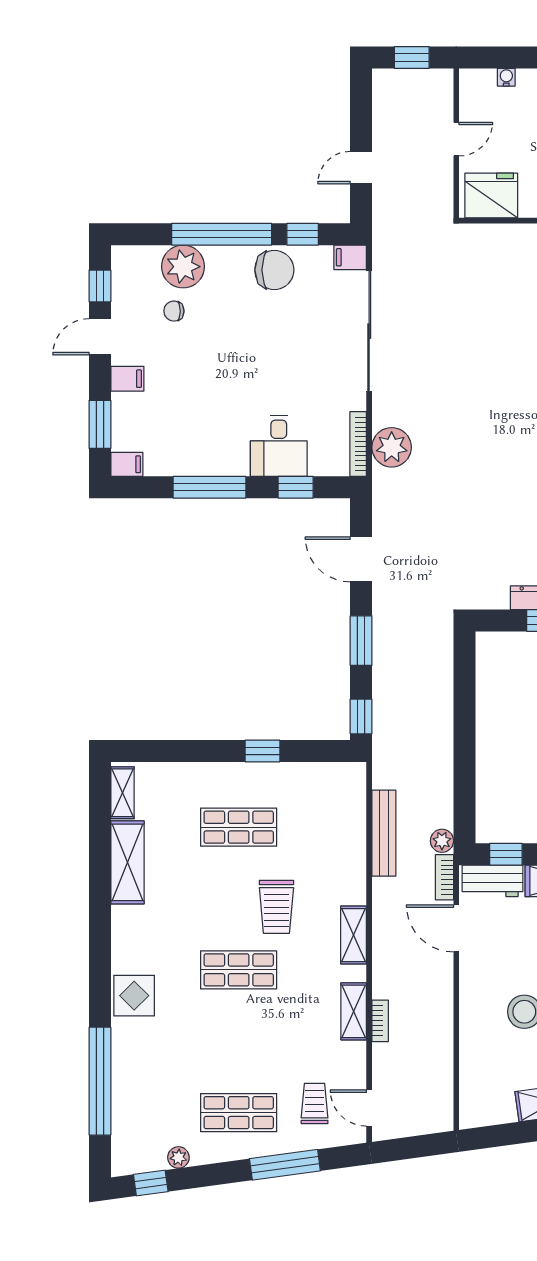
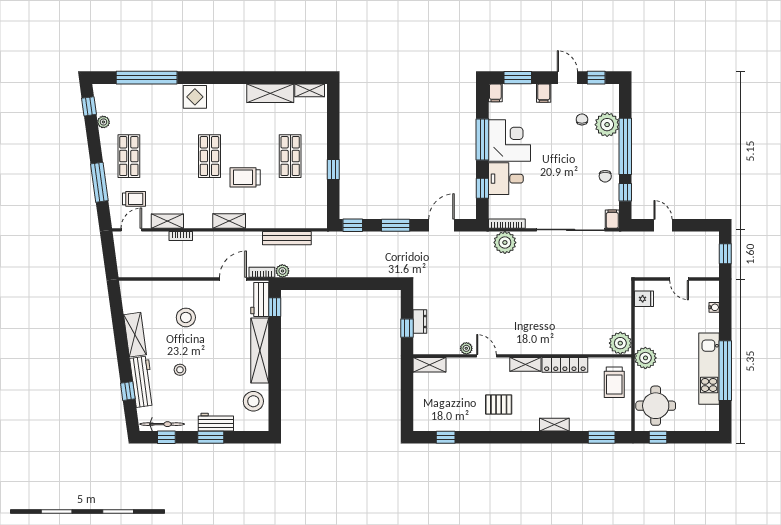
fridge: (491, 196) -> (644, 299), width x0.53, depth x0.75
chair: (274, 270) -> (605, 176), width x0.54, depth x0.54
corner desk: (211, 439) -> (509, 140), added
shelving: (354, 1011) -> (167, 221), moved

